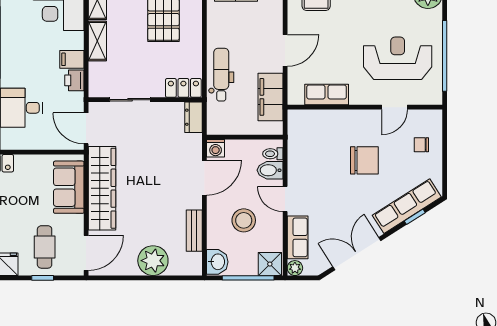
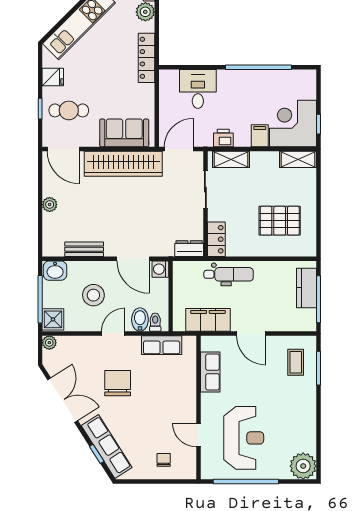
shelving: (97, 41) -> (231, 159), moved
filing cabinet: (72, 59) -> (260, 136), moved
chair: (364, 160) -> (118, 383), moved, turned 180
row of seats: (298, 237) -> (162, 345), moved
plant: (153, 261) -> (50, 205), width x0.53, depth x0.53

